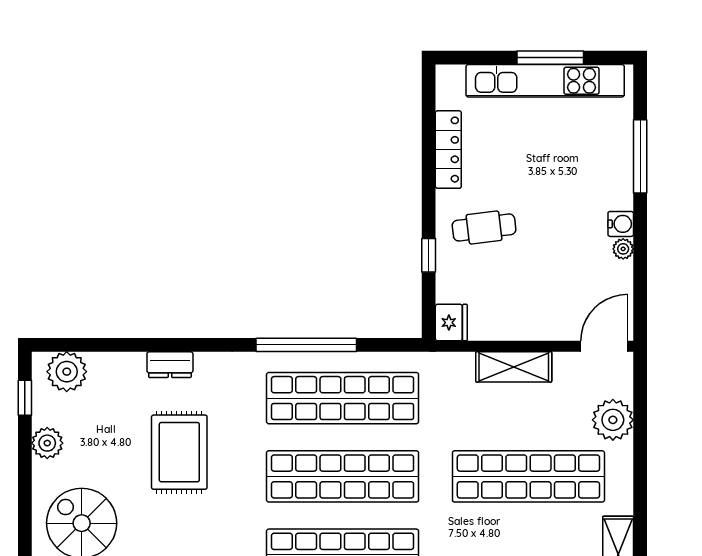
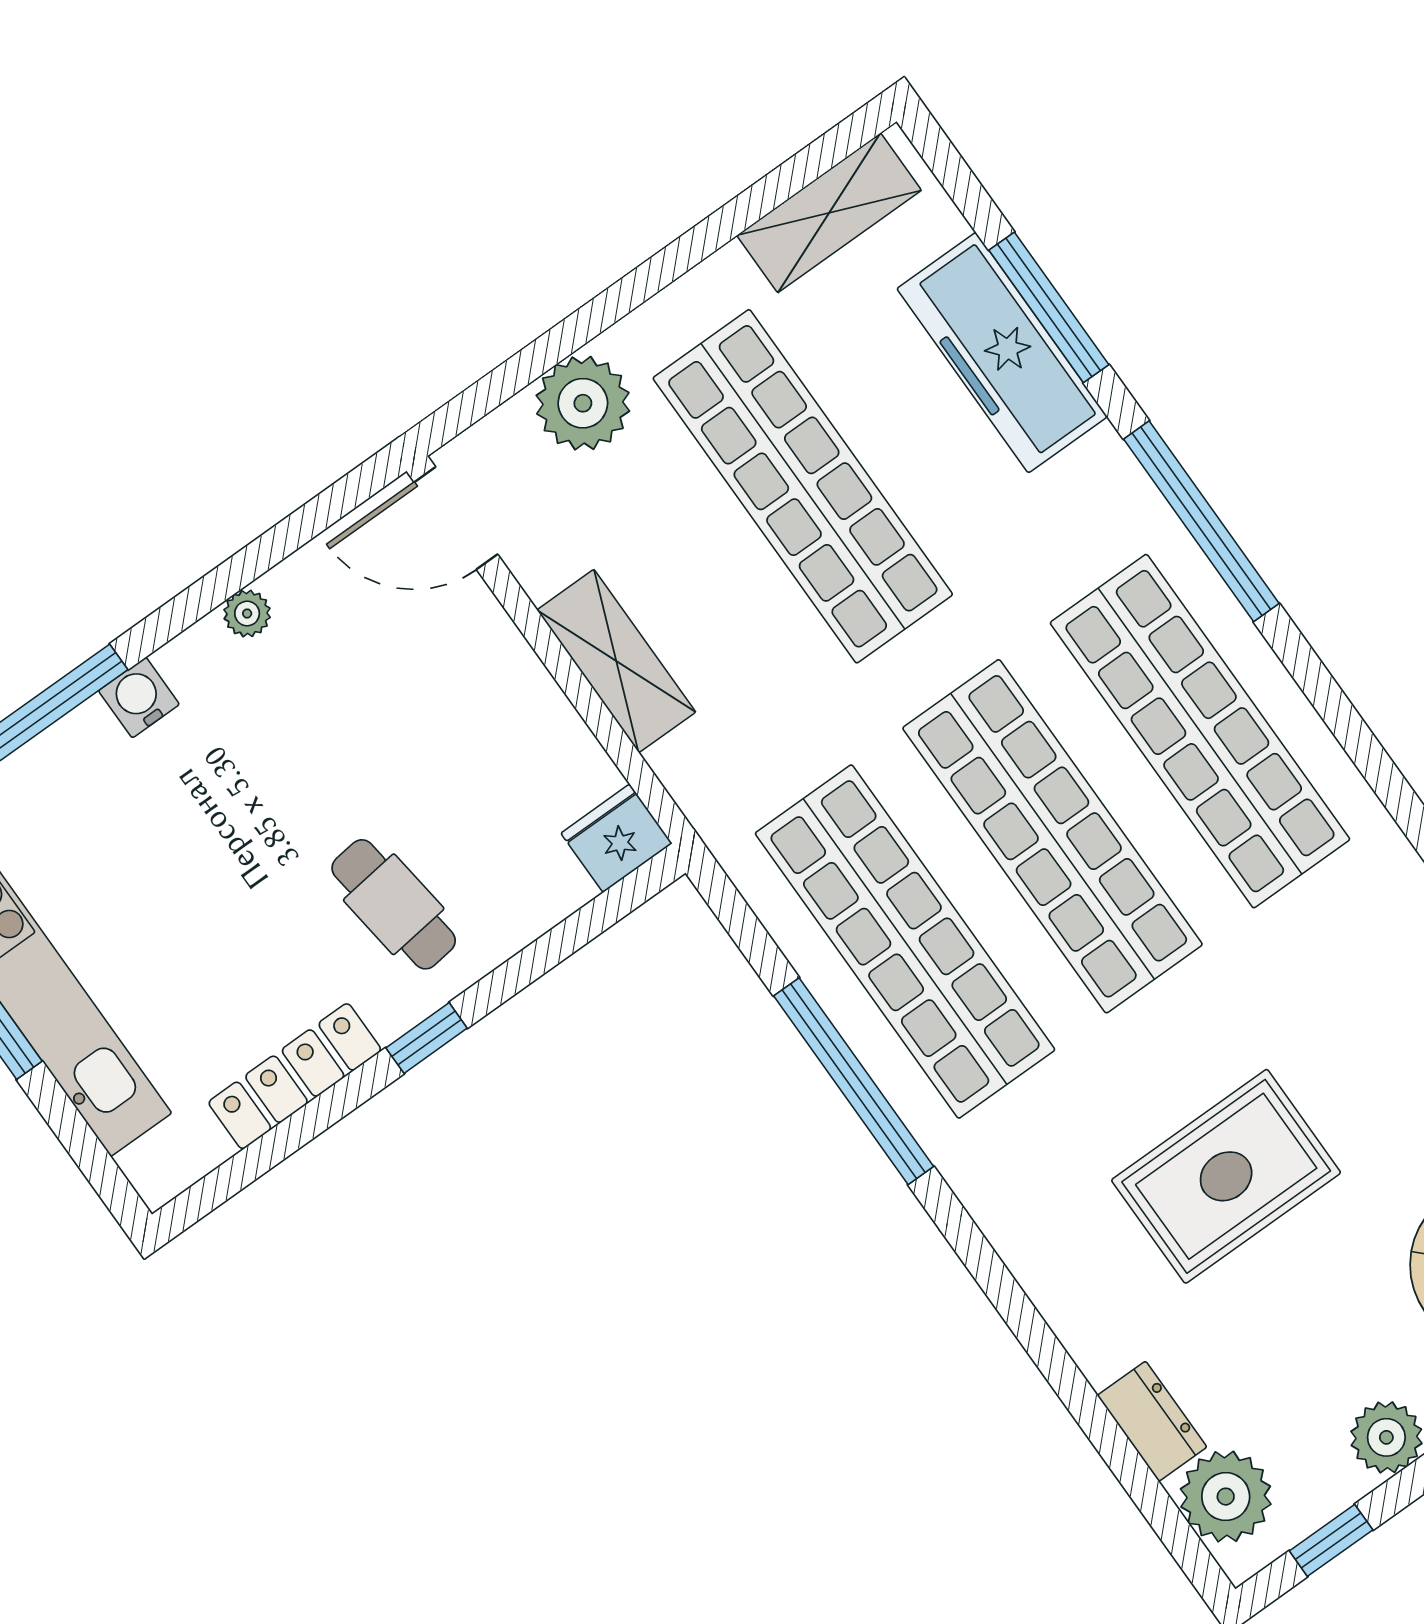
water cooler: (621, 224) -> (139, 698), moved
window: (429, 255) -> (427, 1038), moved
dresser: (170, 365) -> (1152, 1421), moved

